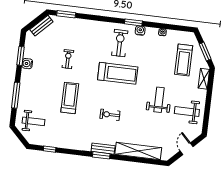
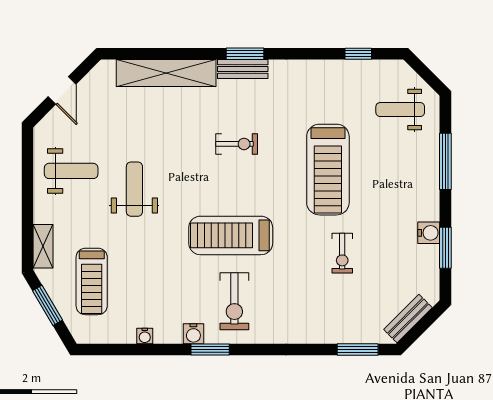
treadmill: (184, 60) -> (92, 281), turned 180
treadmill: (70, 98) -> (328, 170), width x1.37, depth x1.38
weight bench: (159, 100) -> (134, 189), turned 180

